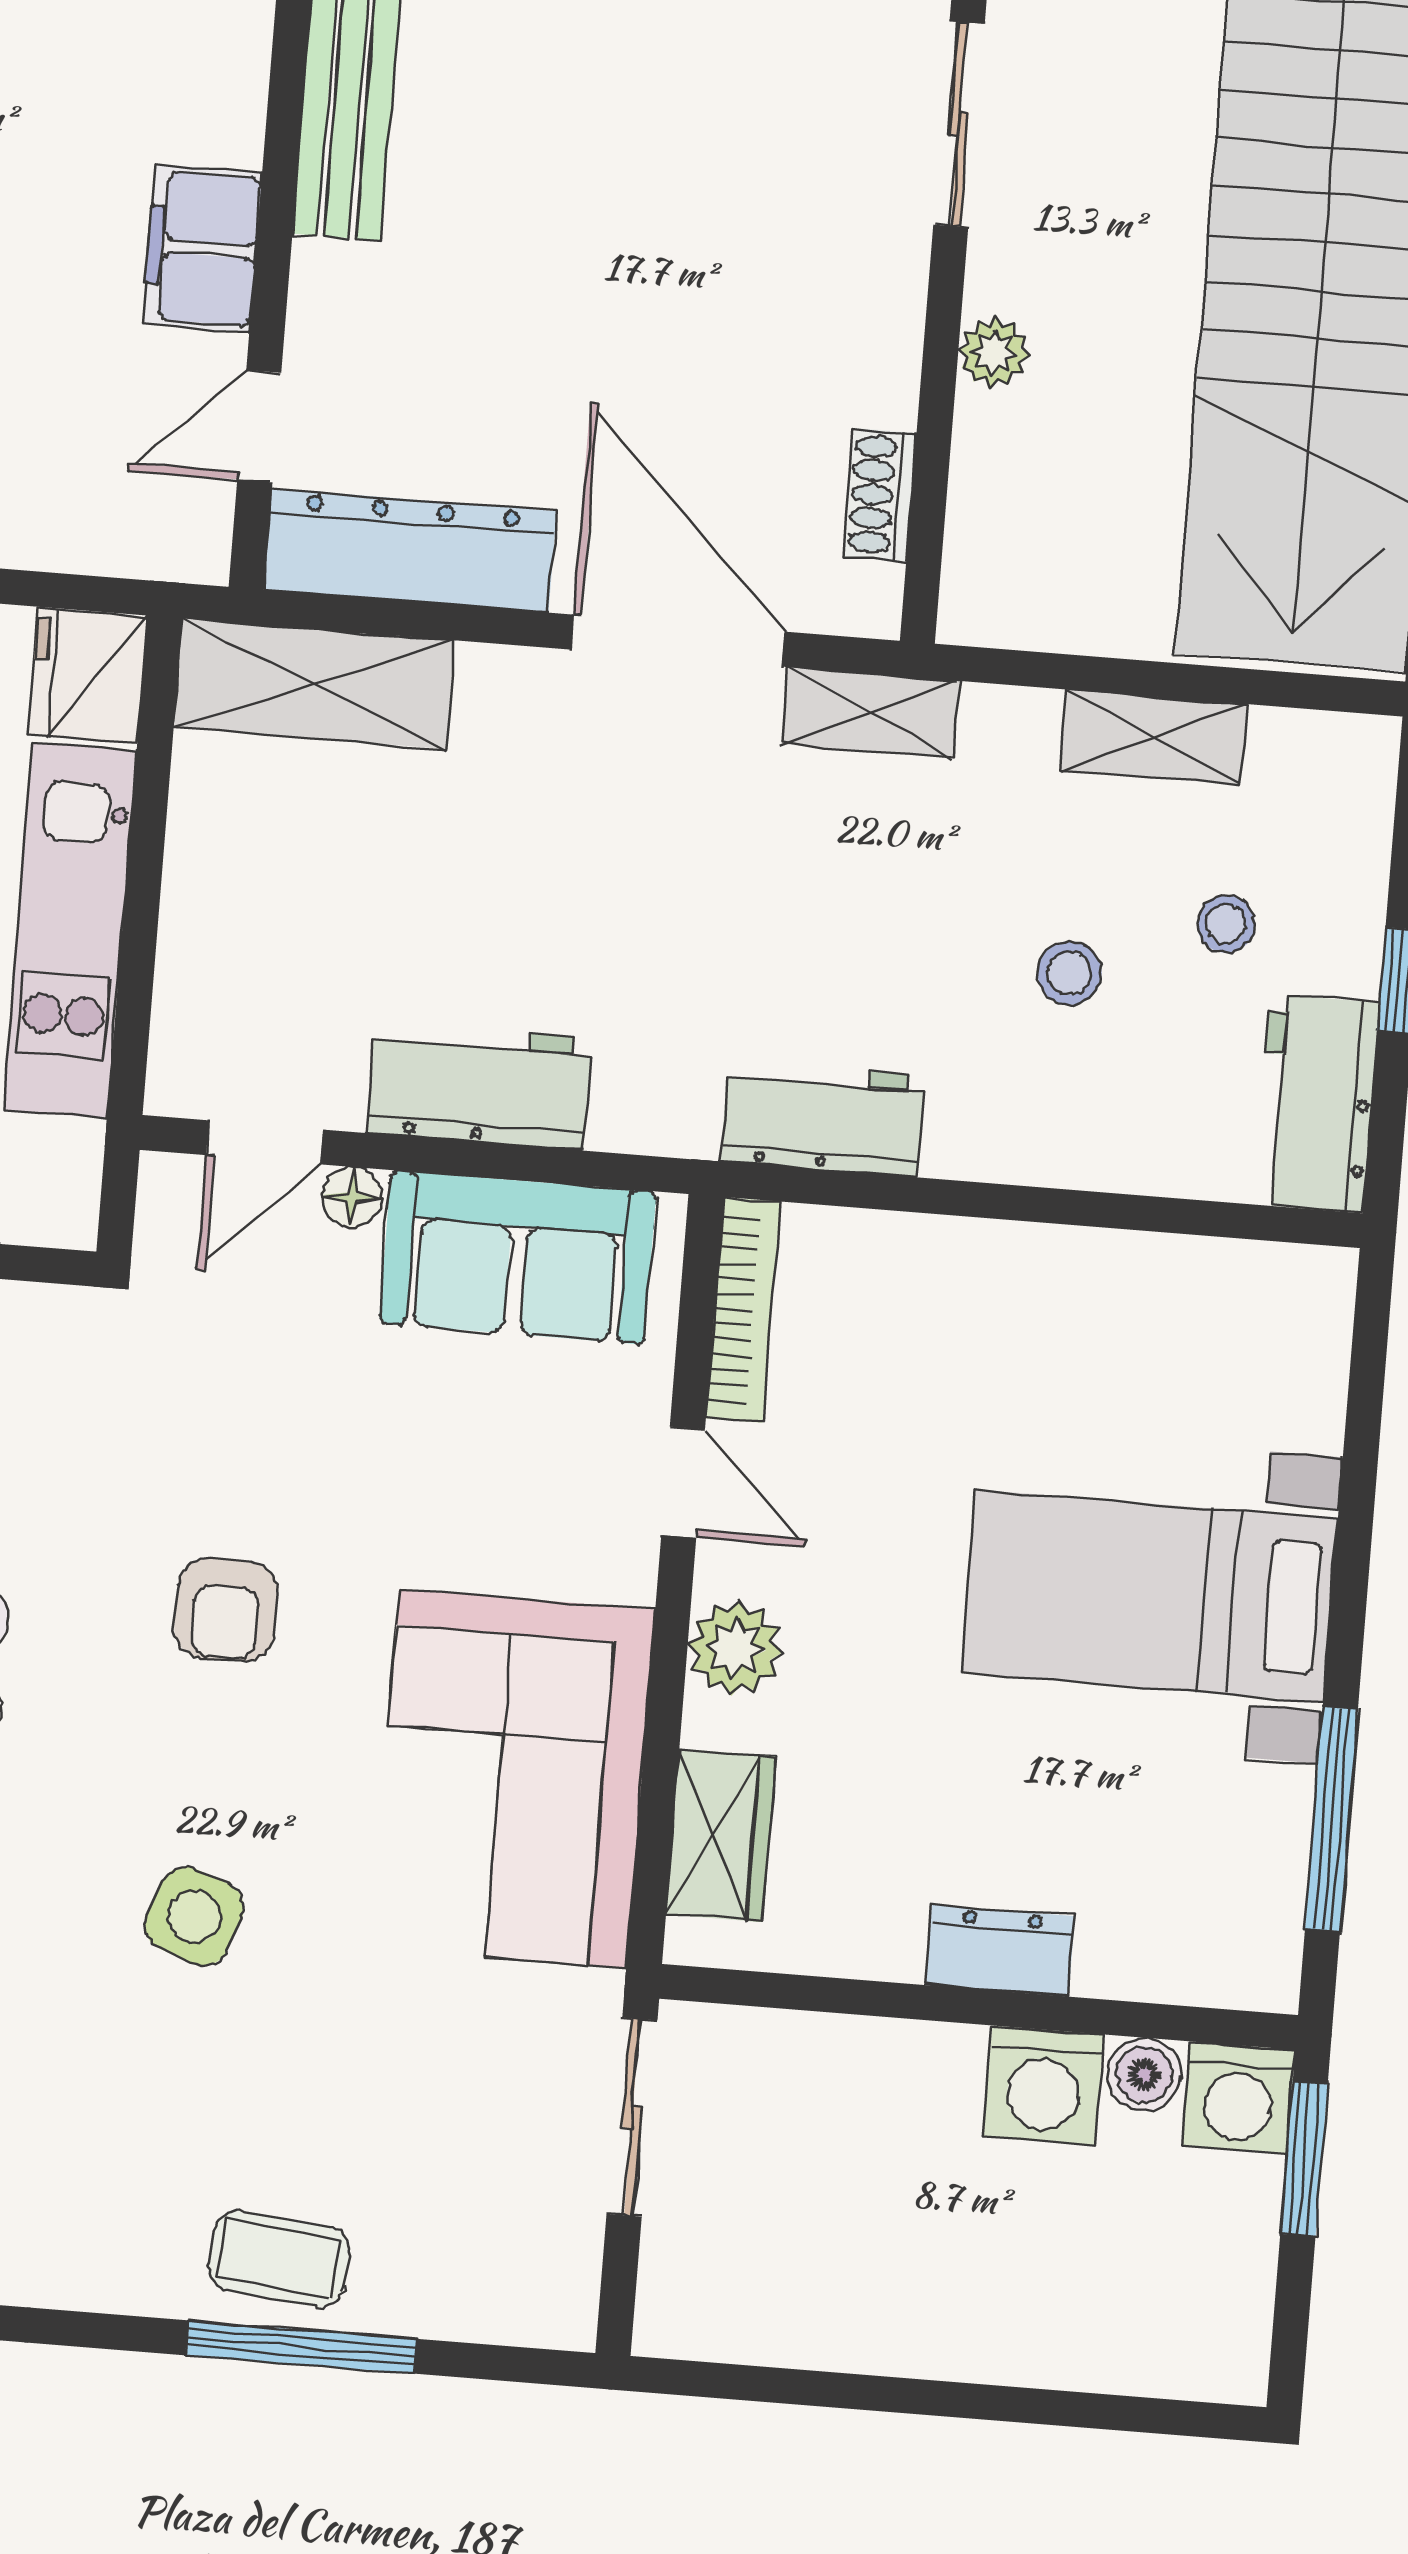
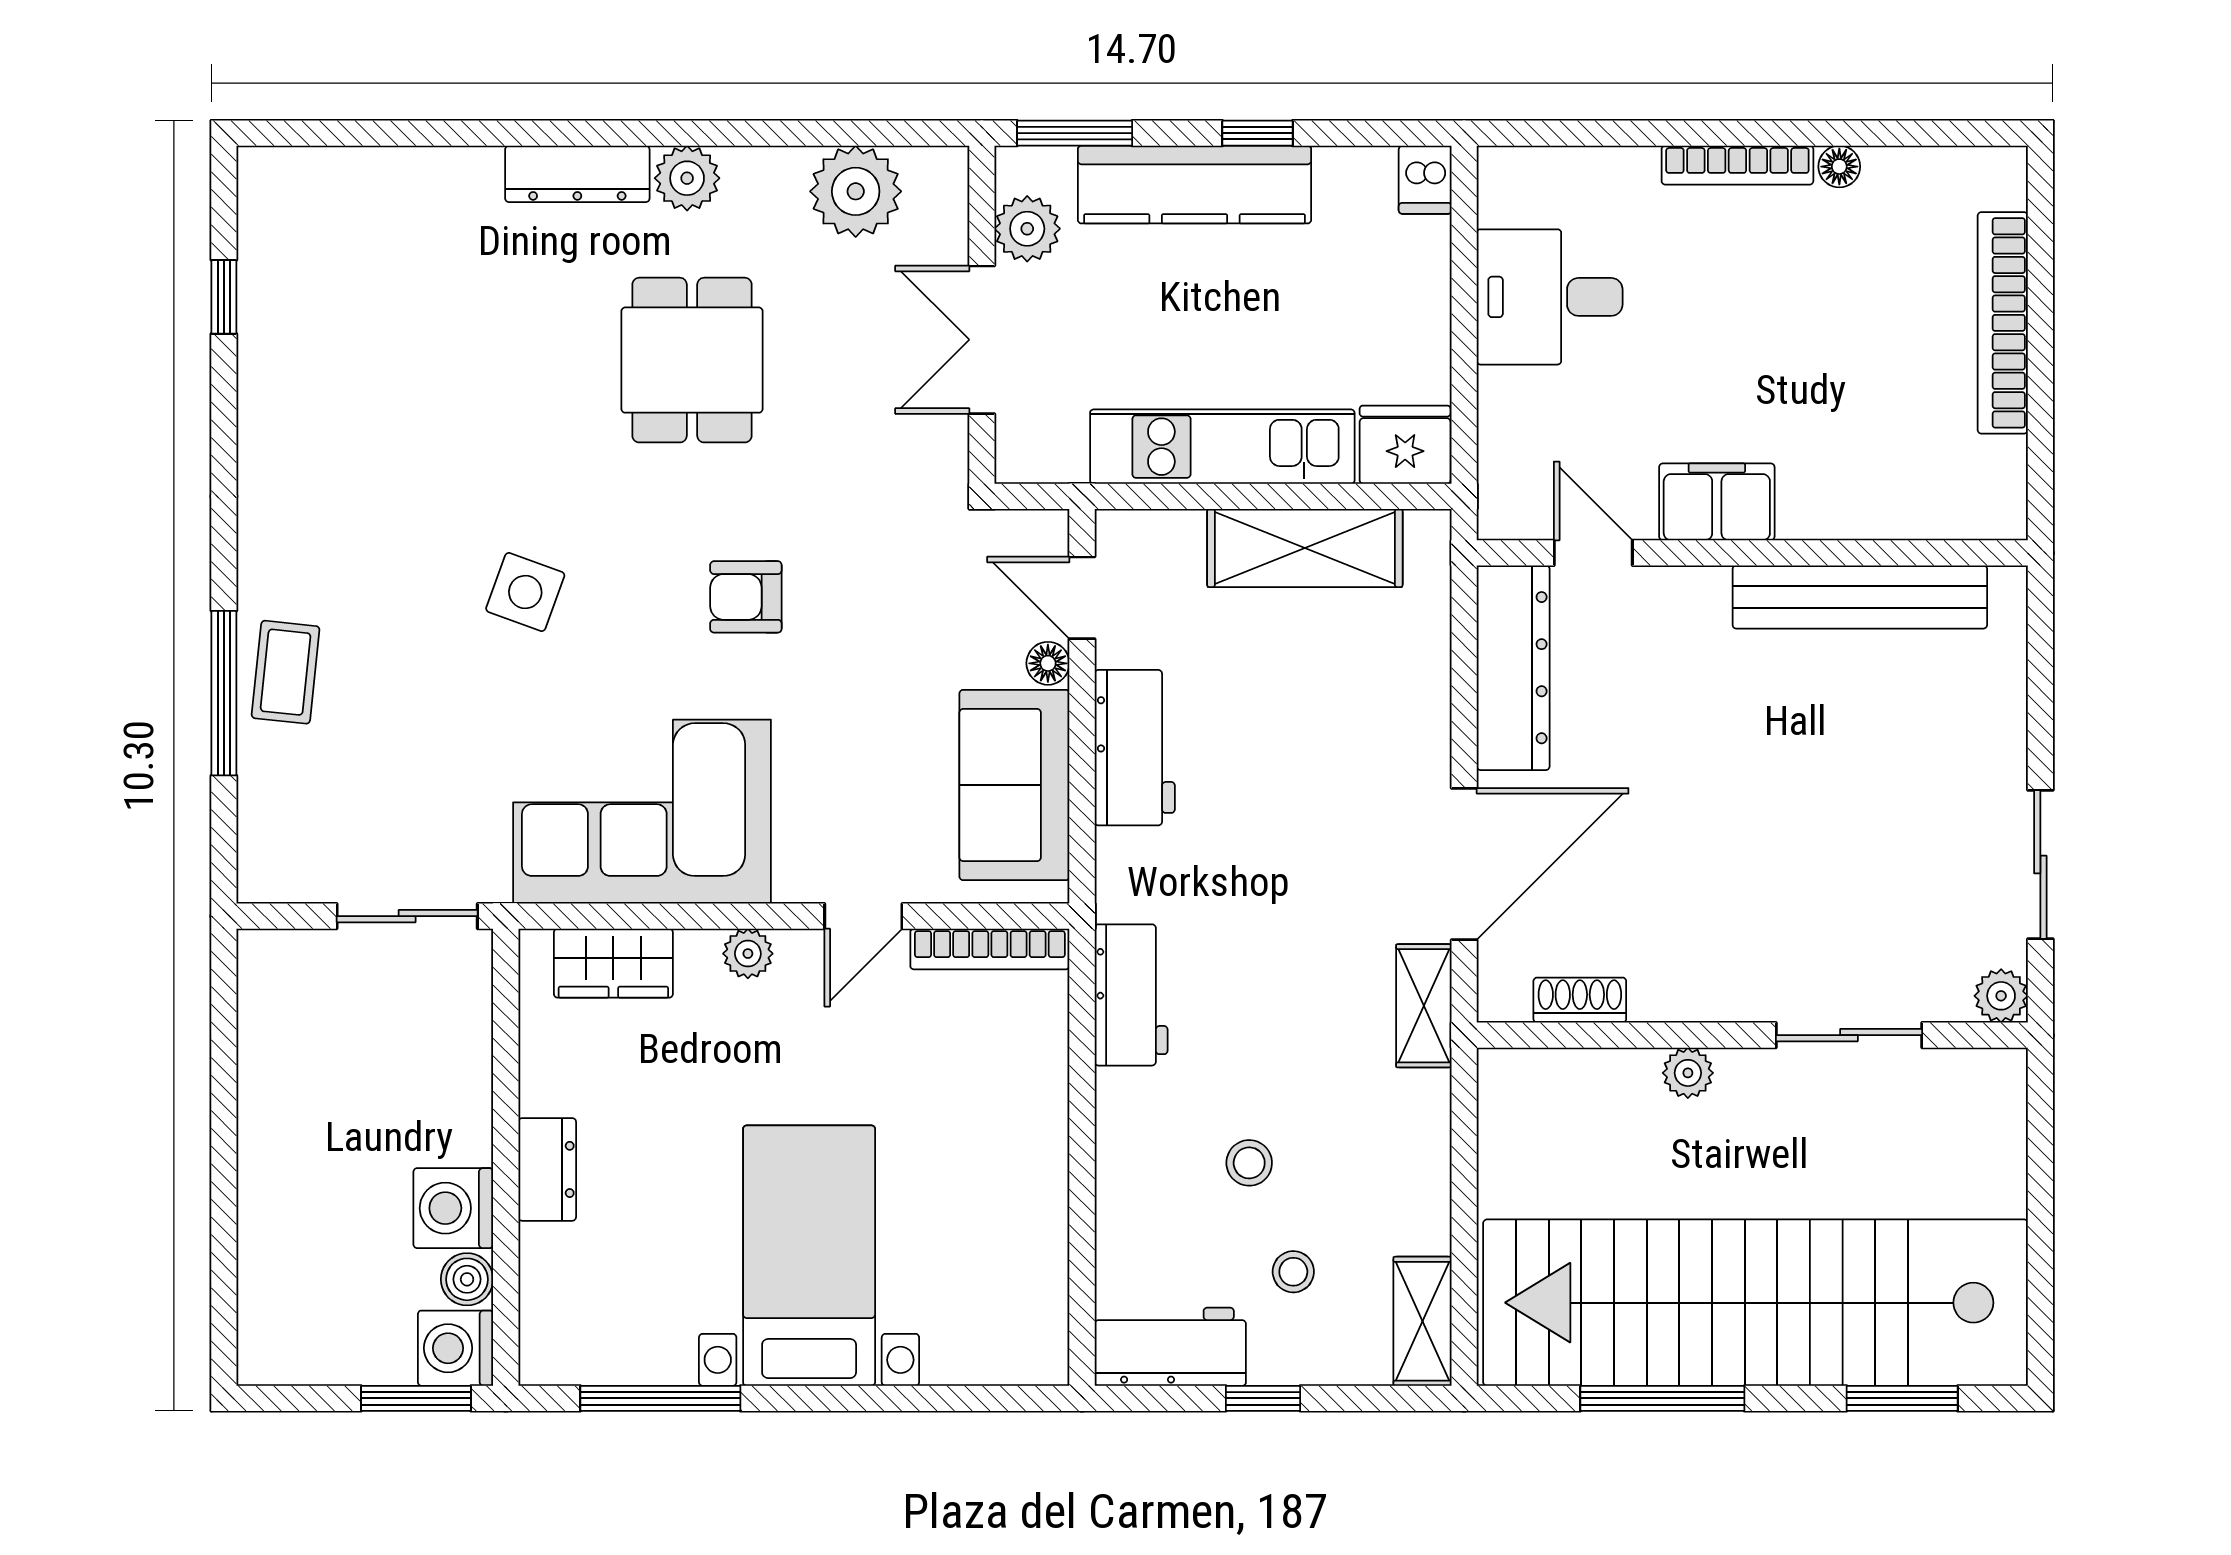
shelving: (314, 684) -> (1305, 548), moved, turned 90
shelving: (1154, 737) -> (1423, 1321), moved
plant: (735, 1648) -> (748, 954), width x0.73, depth x0.73

